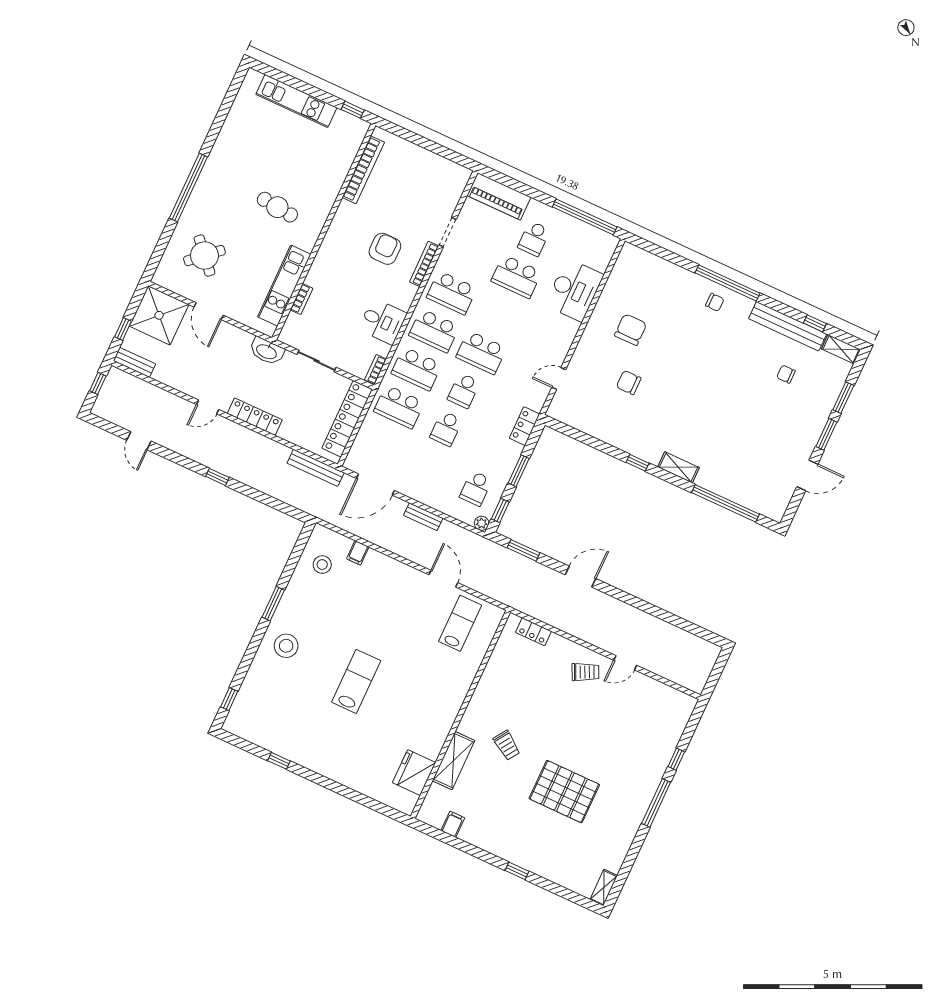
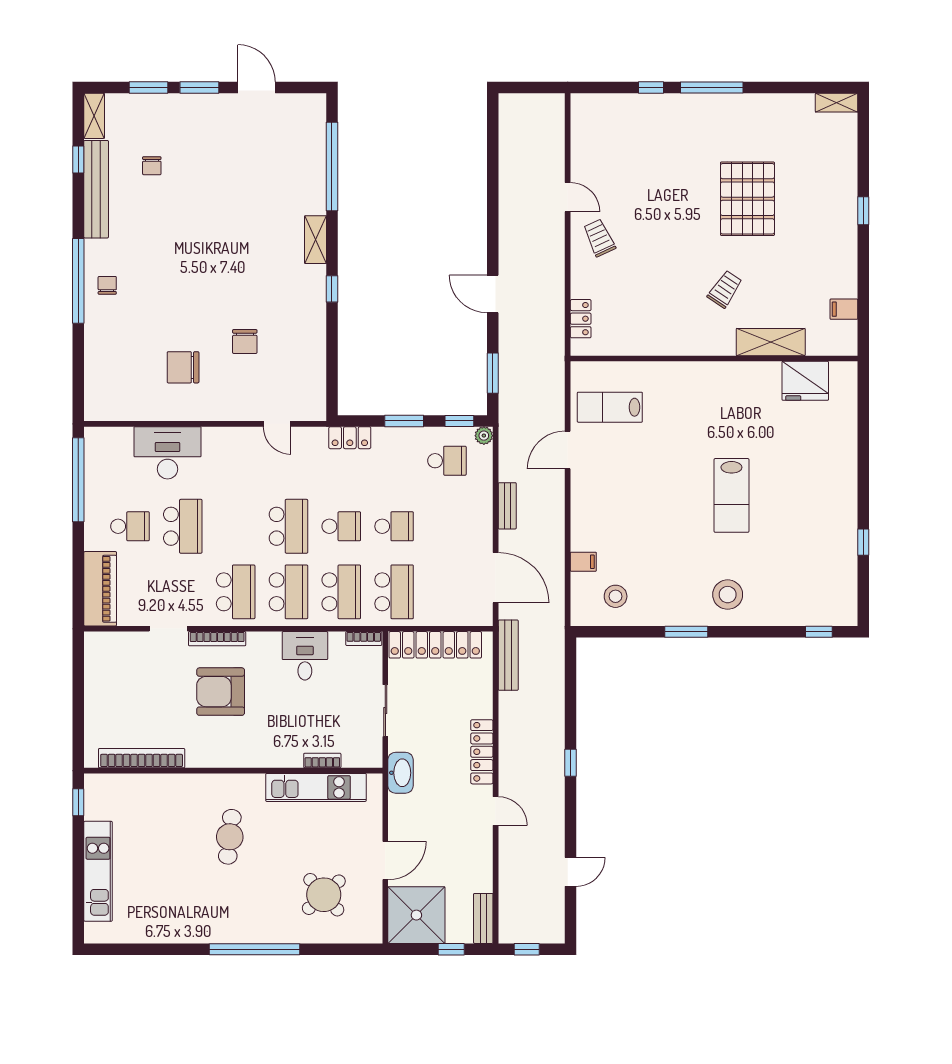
armchair: (385, 249) -> (221, 692), width x1.36, depth x1.36
lab bench: (356, 681) -> (731, 495), turned -90

